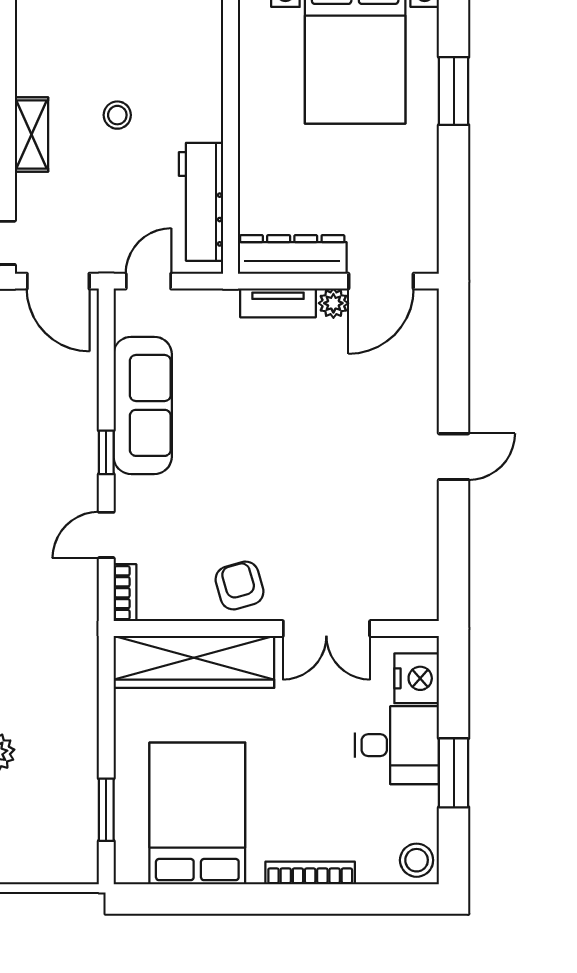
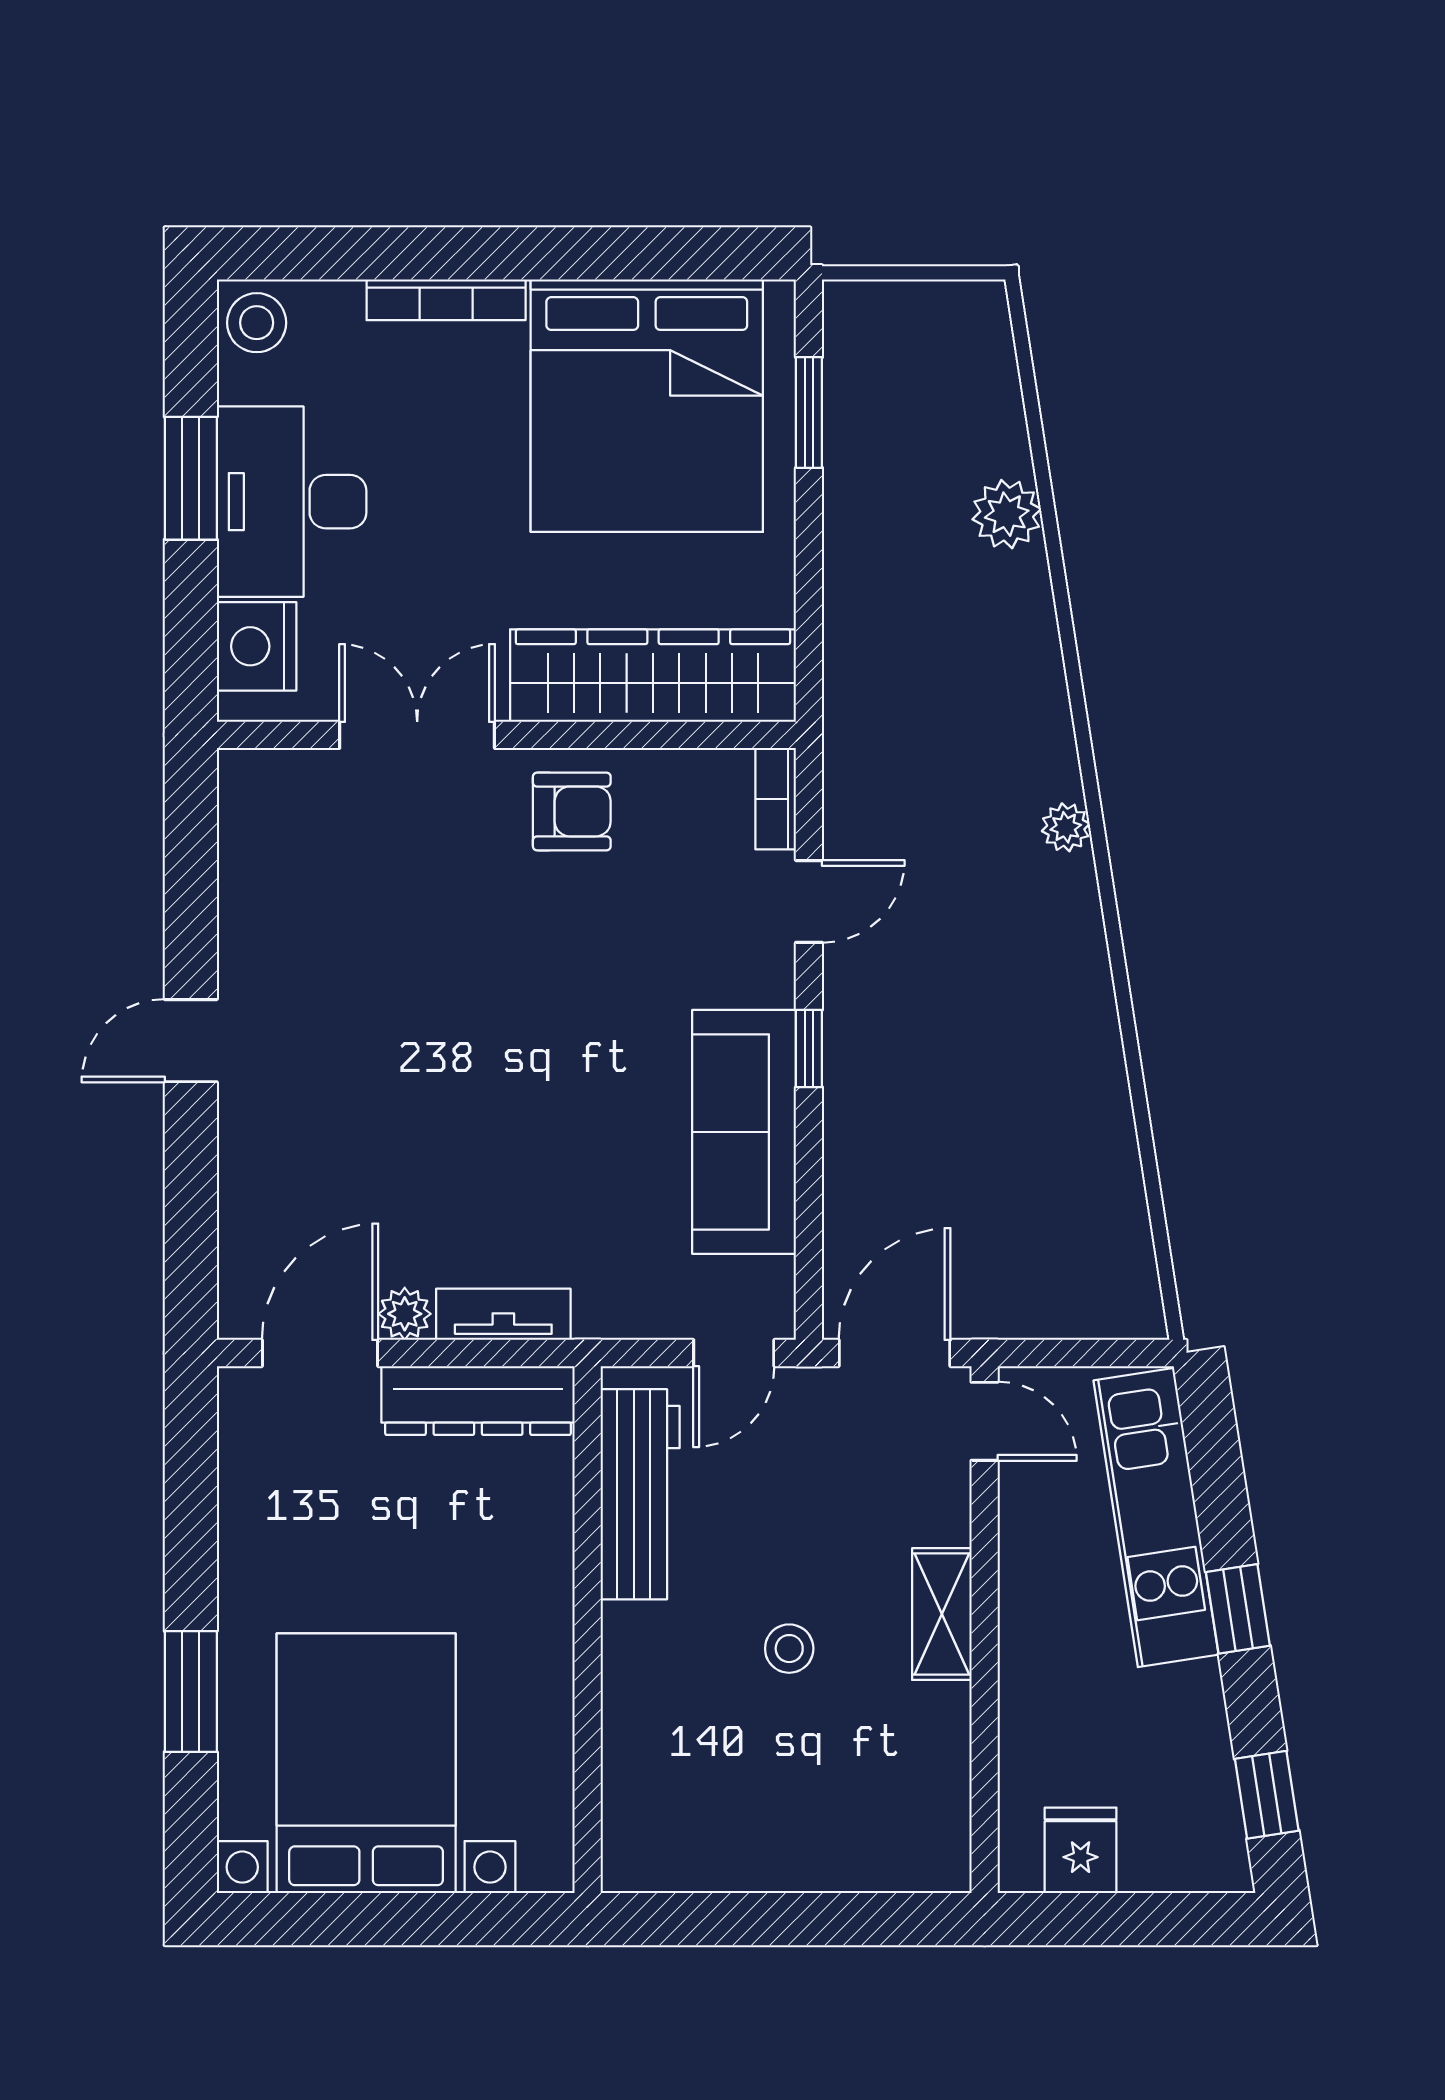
door: (58, 281) -> (895, 1353), hinge flipped
armchair: (240, 586) -> (572, 811), turned -74
desk: (397, 745) -> (292, 502), width x1.37
bed: (197, 814) -> (647, 406), width x1.36

